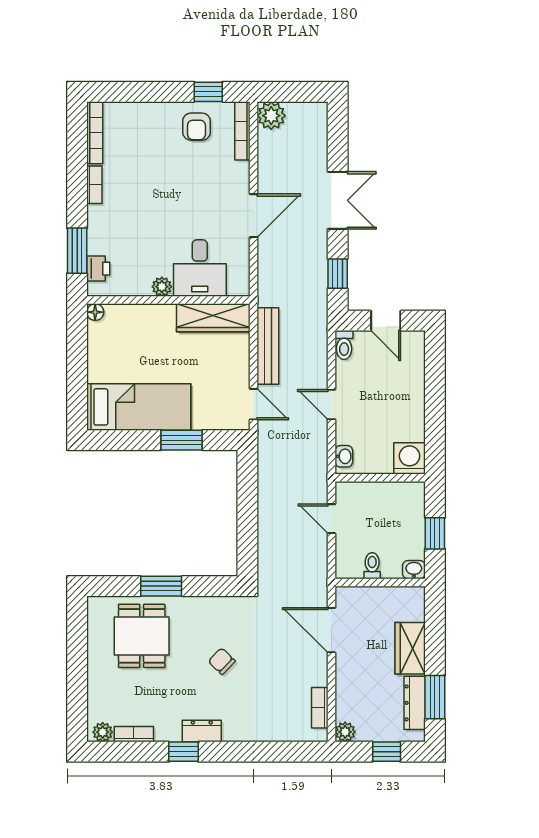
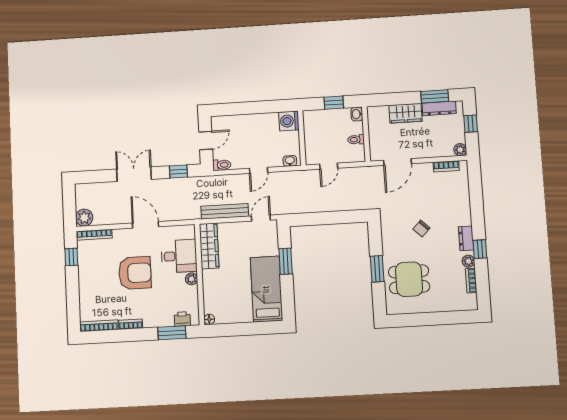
armchair: (196, 127) -> (135, 273), moved, width x1.88, depth x1.88
plant: (103, 732) -> (468, 261), moved

